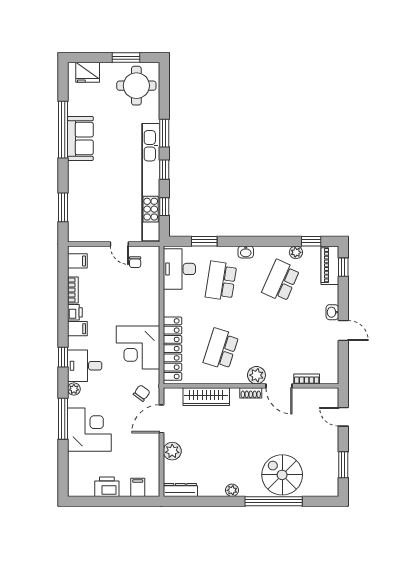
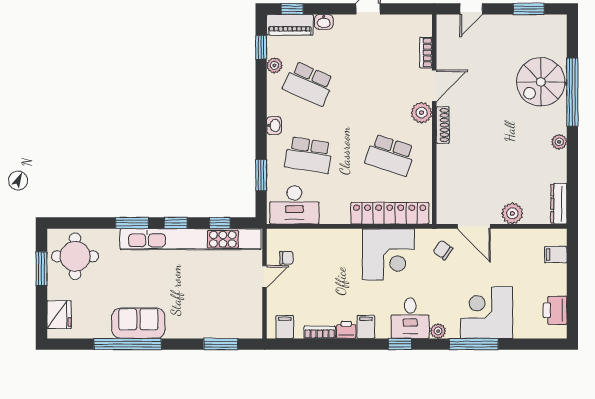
washbasin: (332, 312) -> (324, 22), moved
shoe rack: (251, 393) -> (443, 125), width x1.43
wardrobe: (206, 397) -> (447, 173), removed
printer: (107, 487) -> (555, 310), moved

